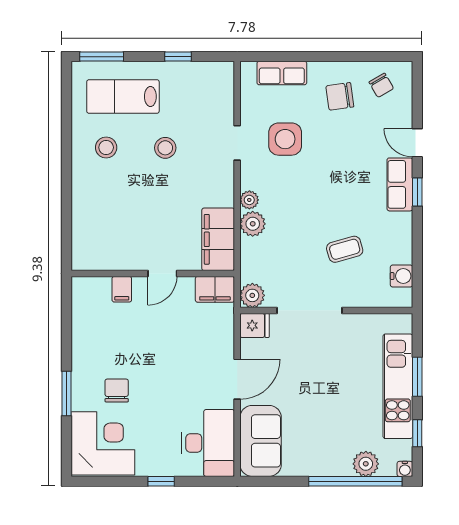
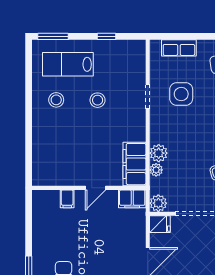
plant: (249, 200) -> (156, 170), moved

